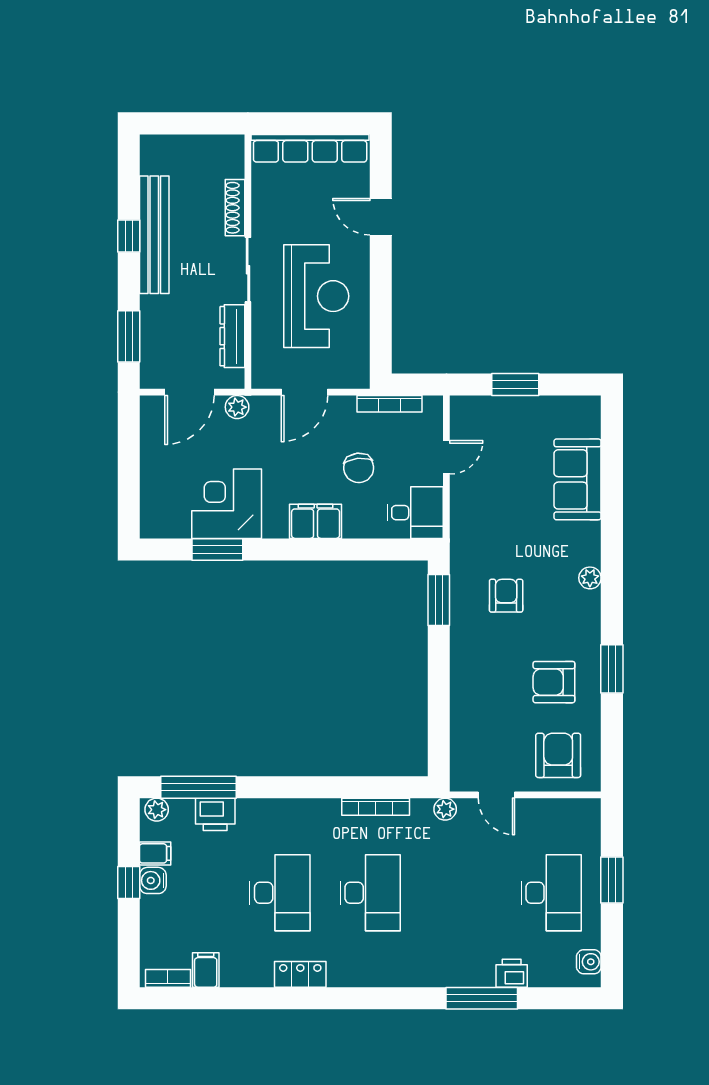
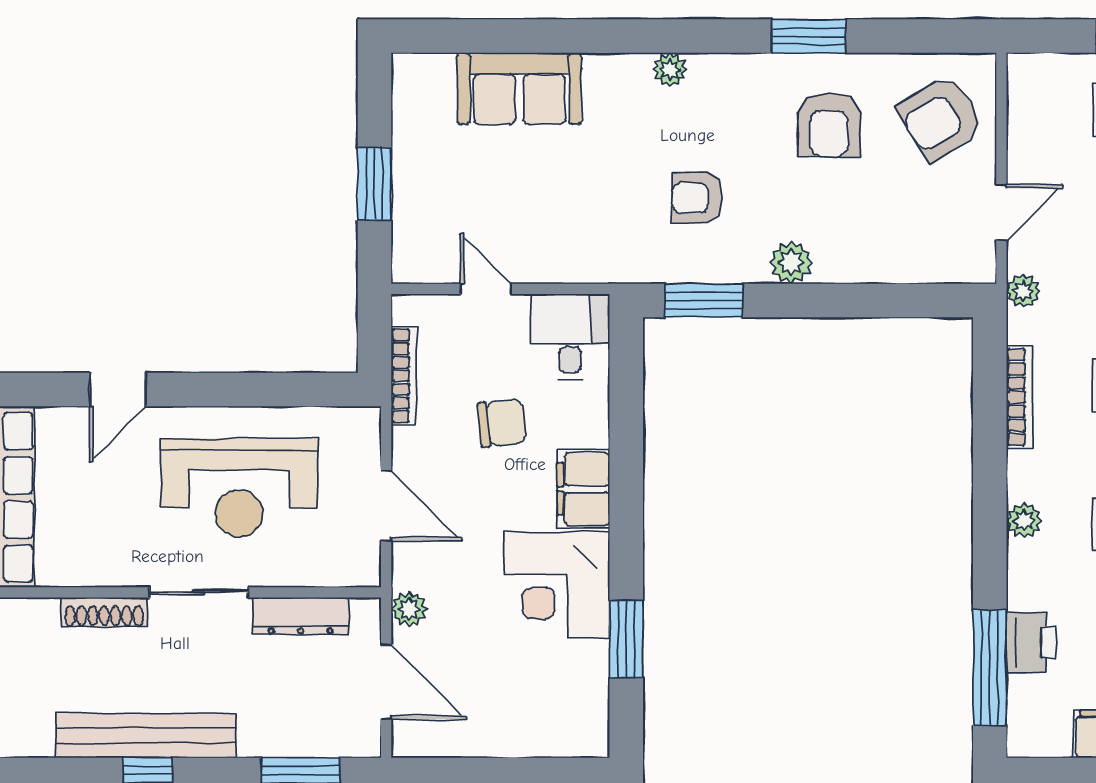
reception desk: (316, 296) -> (239, 488), turned 180
corner desk: (227, 504) -> (557, 585), moved
plant: (464, 657) -> (791, 263), added
armchair: (558, 755) -> (941, 118), turned -31
plant: (157, 810) -> (1024, 521), moved

